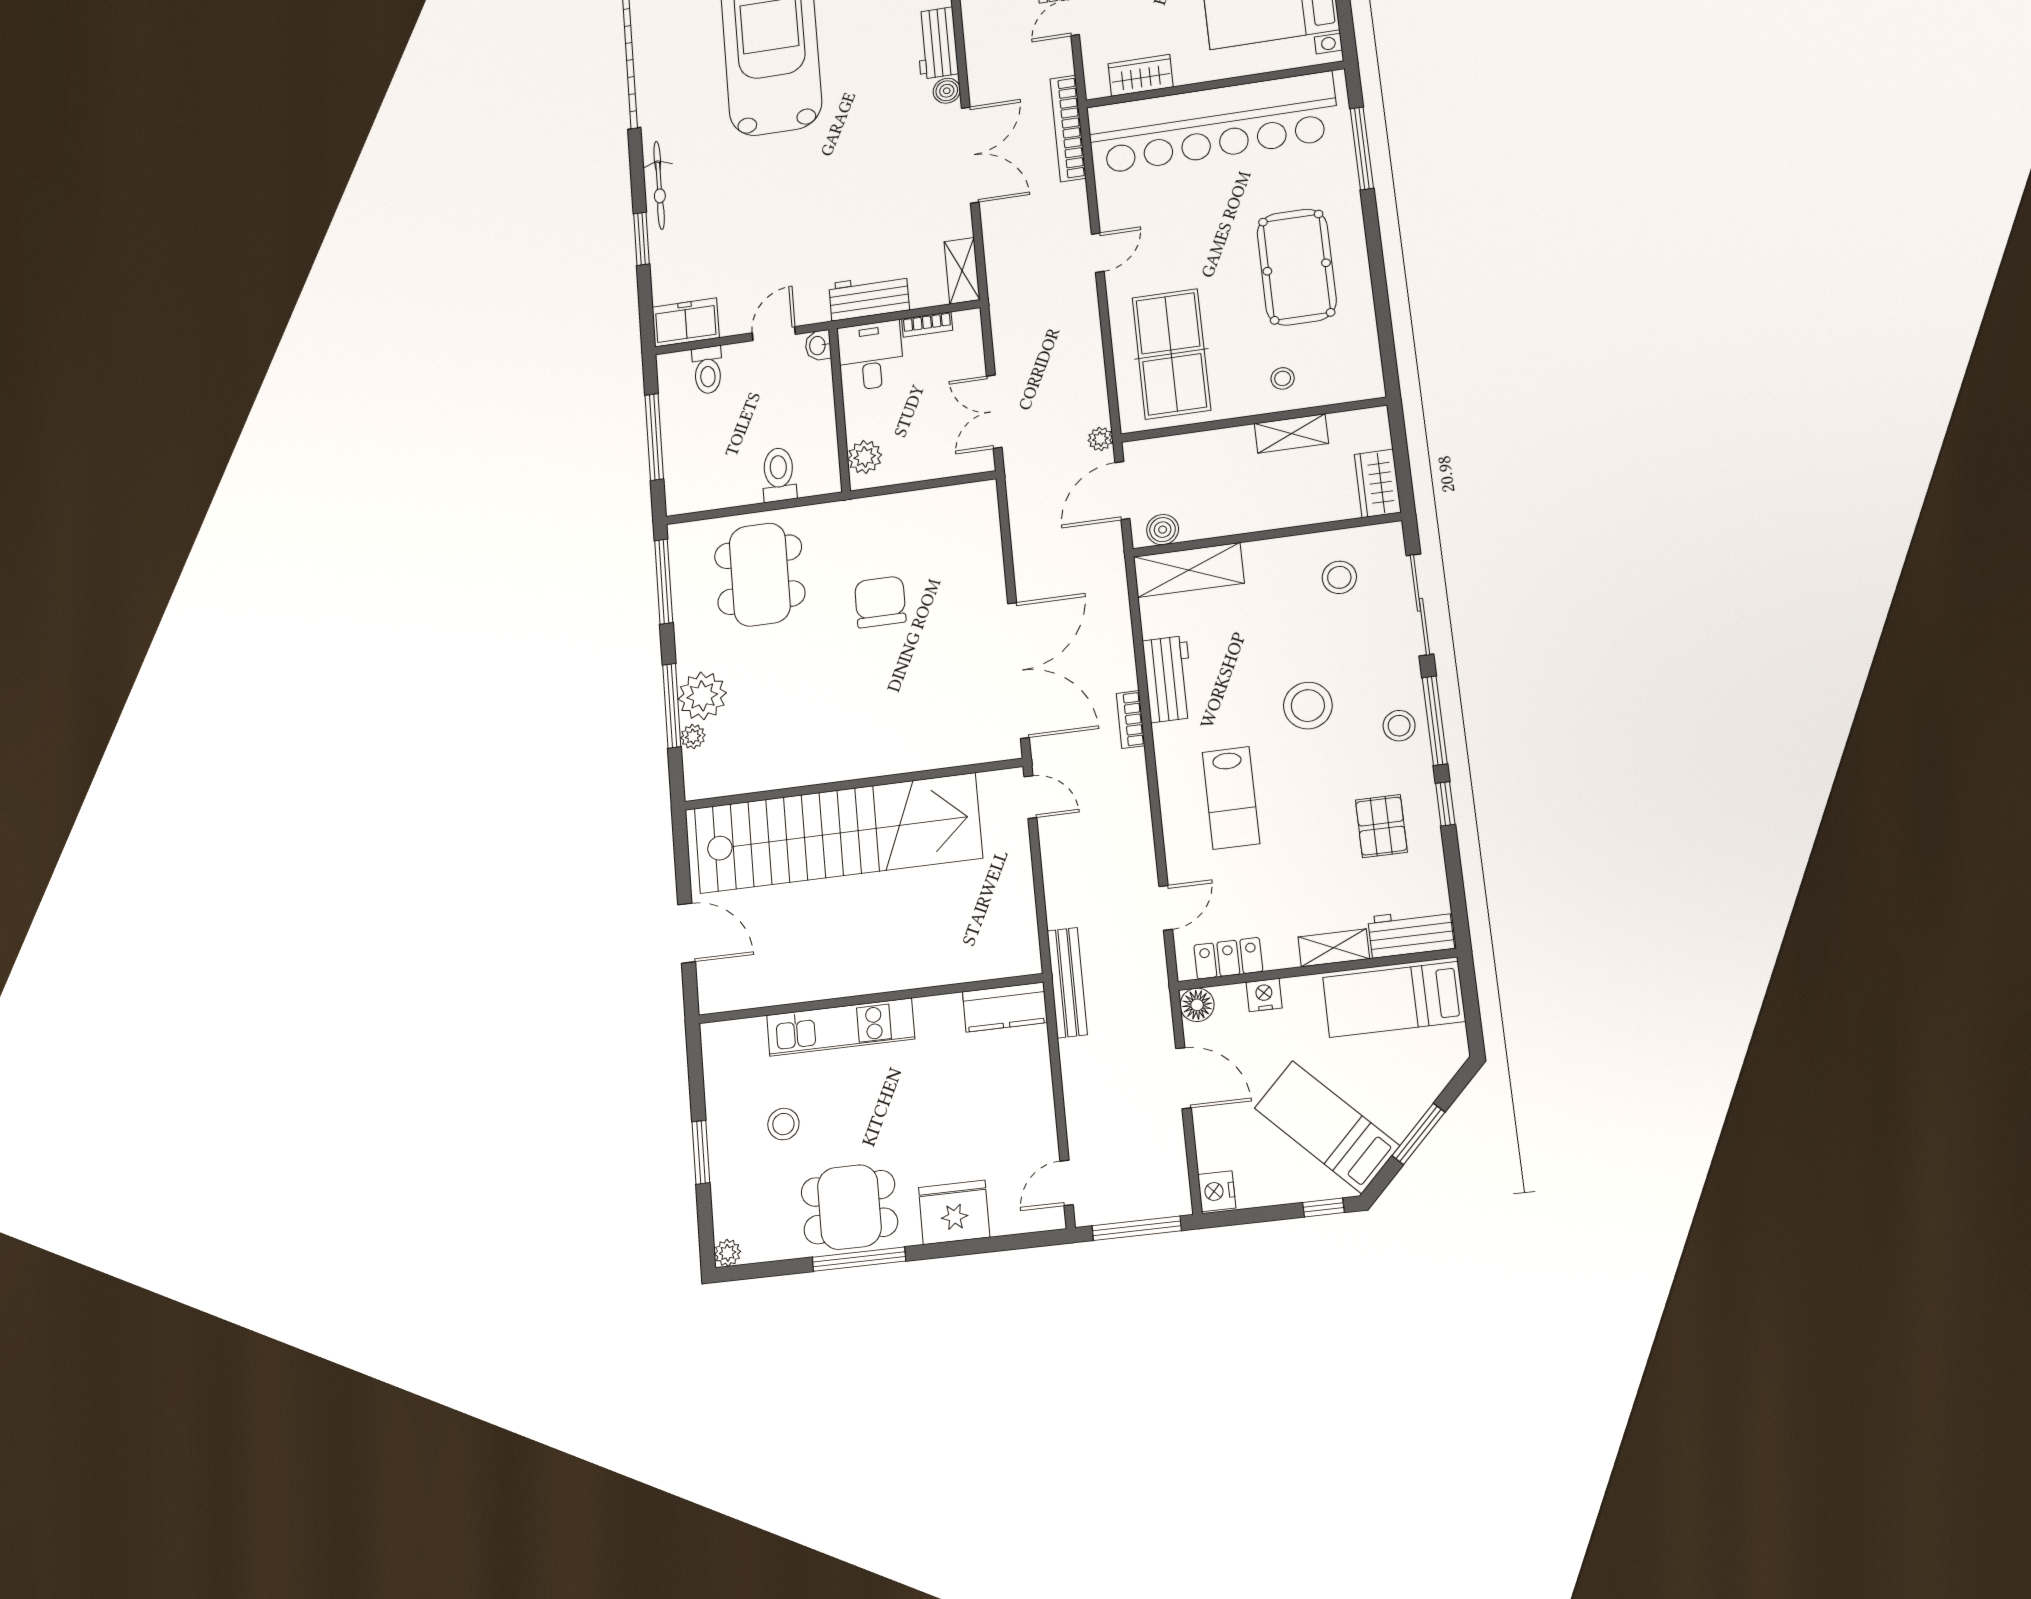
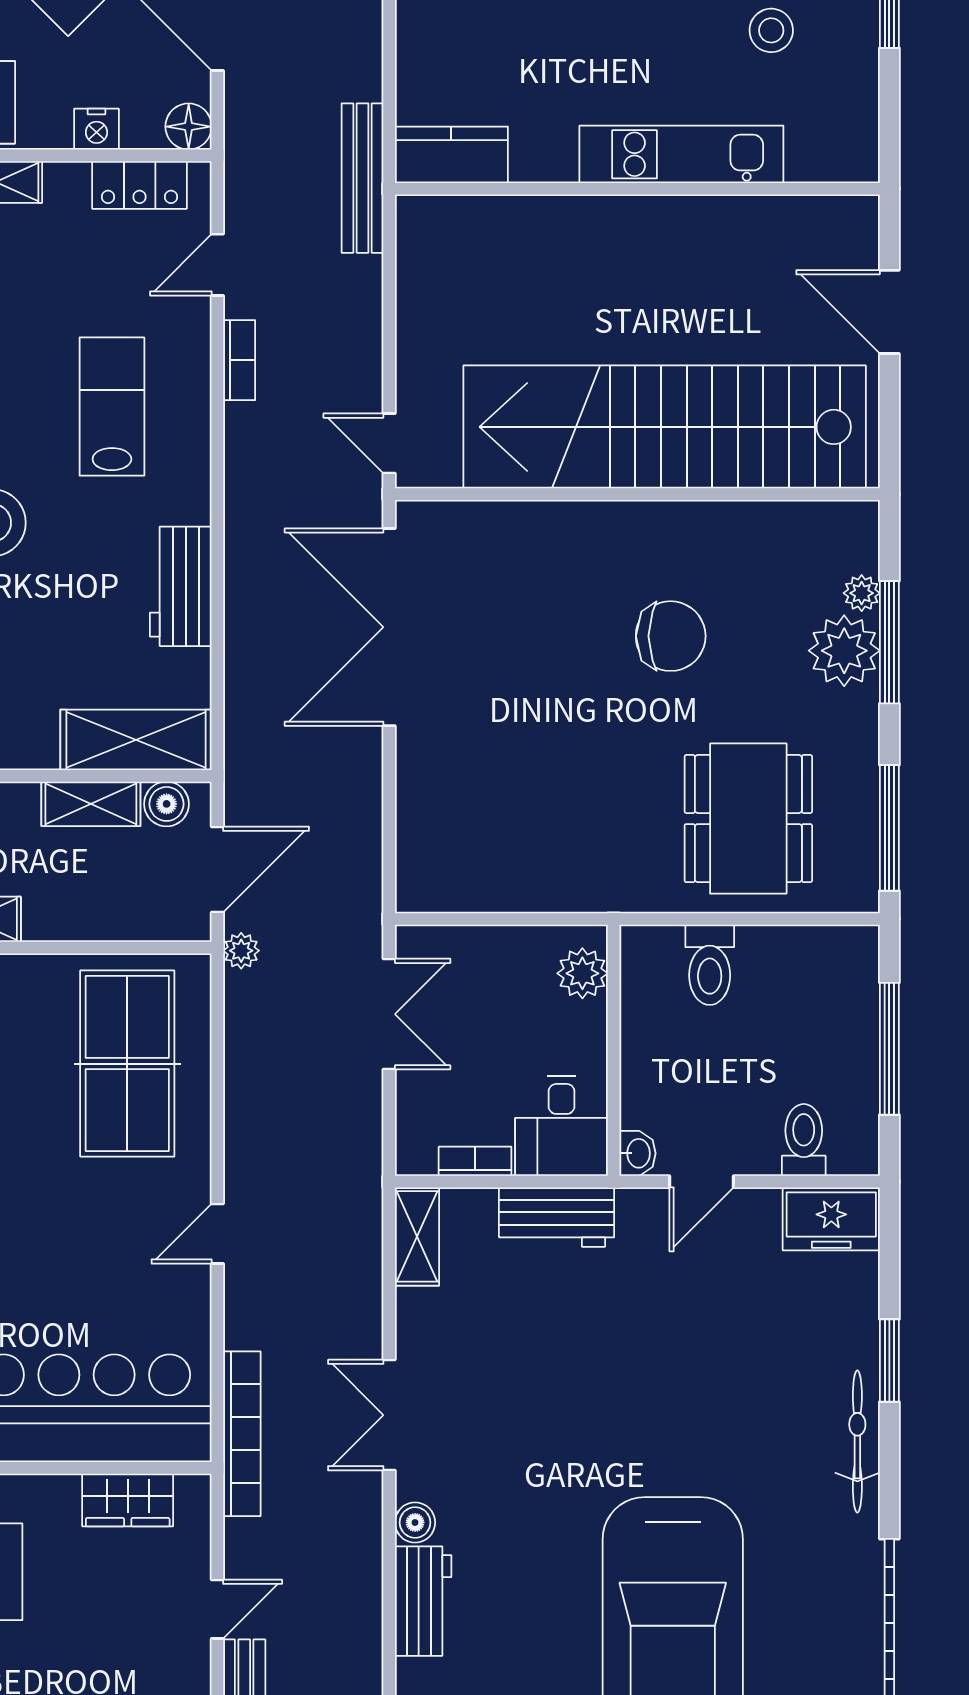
double door: (970, 155) -> (389, 1415), width x0.73
shelving: (1216, 522) -> (91, 804), added
chair: (880, 602) -> (671, 636), moved, turned -90
bookcase: (1131, 719) -> (239, 360), moved

